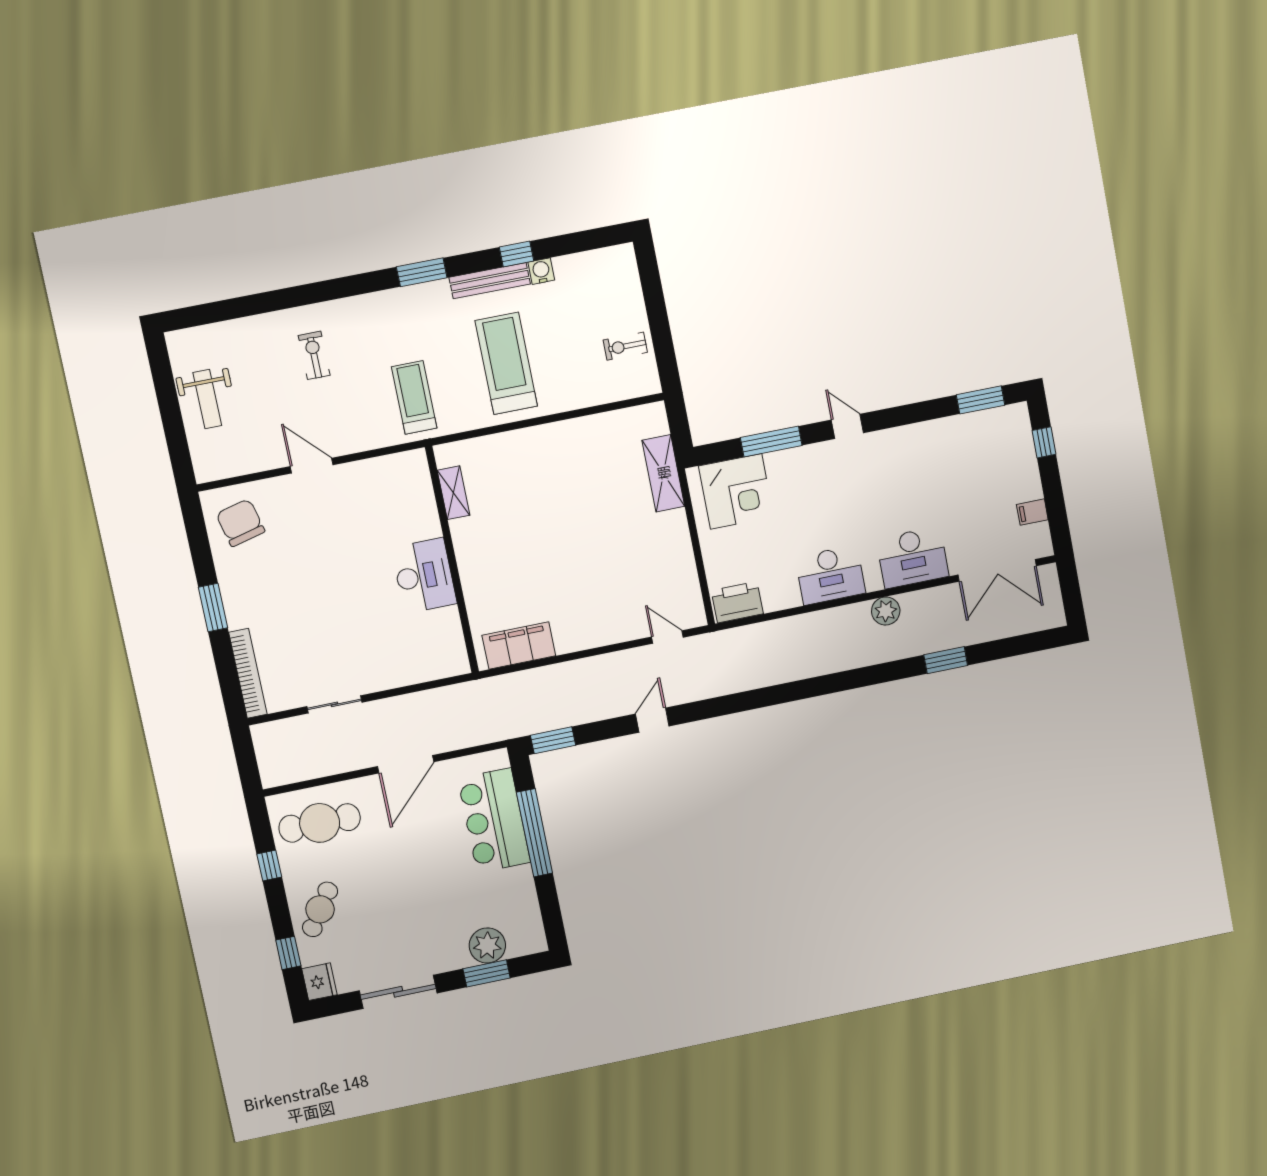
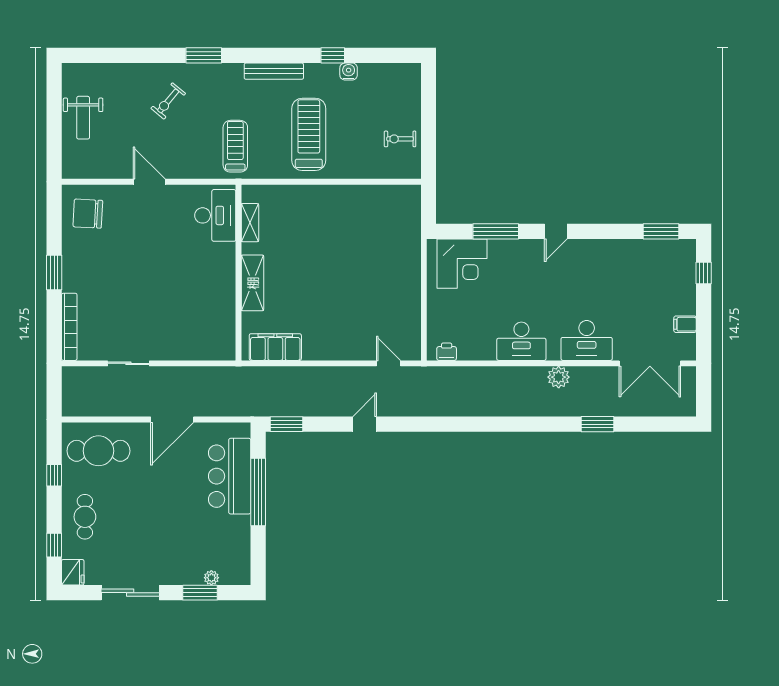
window: (422, 272) -> (204, 55), moved
bench: (490, 281) -> (274, 71), moved
exercise bike: (314, 355) -> (168, 101), turned -140
door: (847, 426) -> (556, 231), swing flipped
shelving: (663, 473) -> (253, 283), moved
chair: (240, 523) -> (88, 214), turned -73
desk: (424, 576) -> (215, 215), moved
printer: (737, 602) -> (447, 352), width x0.53, depth x0.68
cafe table: (320, 909) -> (85, 517), turned -34
plant: (487, 945) -> (211, 578), width x0.53, depth x0.53

